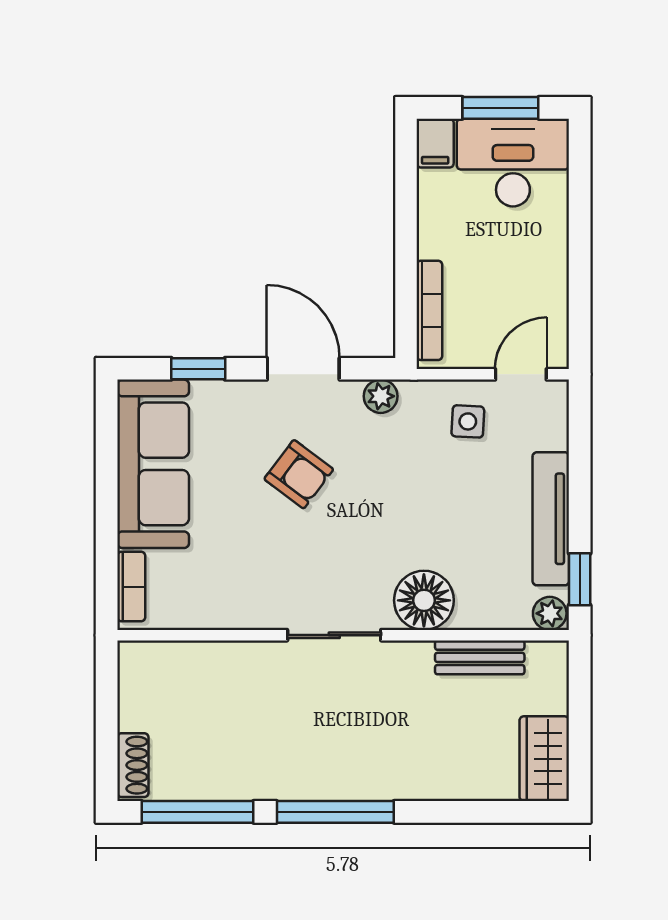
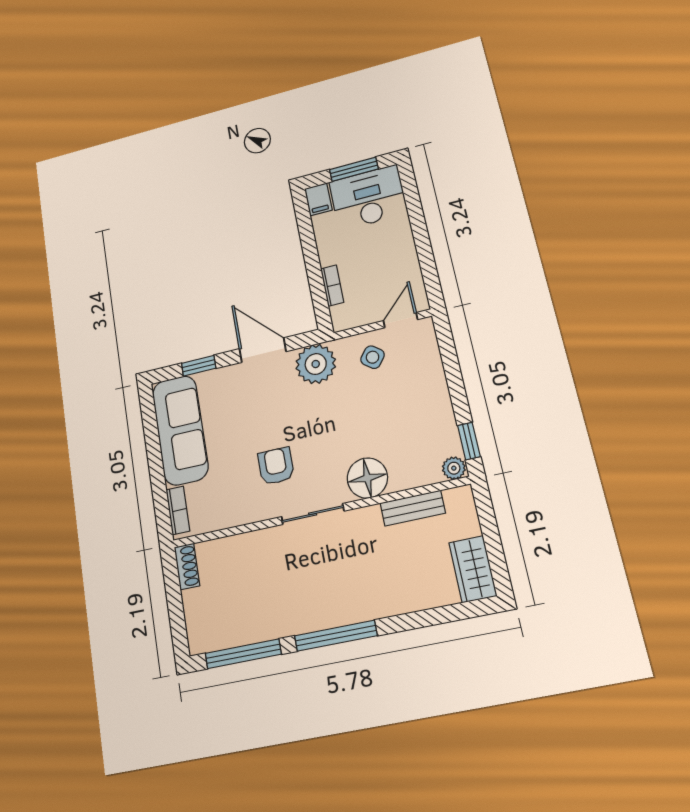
bookcase: (429, 310) -> (332, 286), width x0.64
plant: (381, 396) -> (316, 364), width x1.88, depth x1.88
side table: (468, 421) -> (373, 357), turned 35
armchair: (299, 474) -> (276, 466), moved, turned -127
tv unit: (551, 519) -> (440, 406), removed
shoe rack: (133, 765) -> (187, 566), moved

